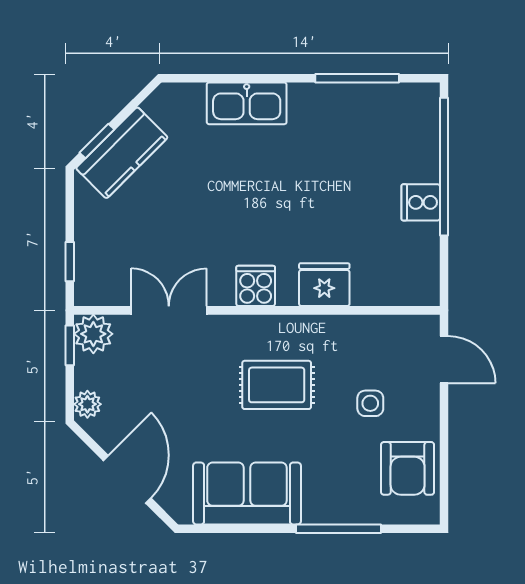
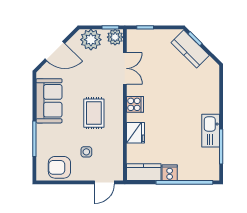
kitchen sink: (247, 103) -> (211, 131), moved
kitchen counter: (419, 265) -> (144, 172), added
plant: (87, 404) -> (91, 40), width x1.87, depth x1.87

